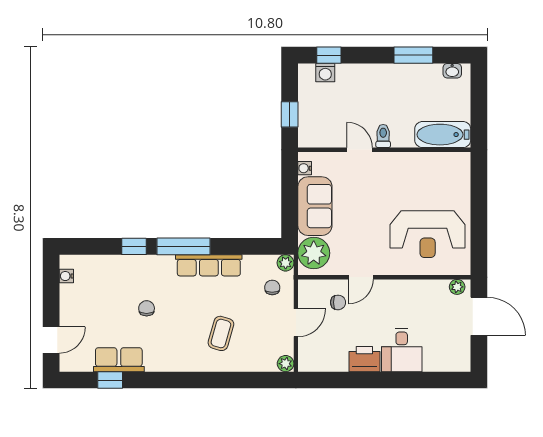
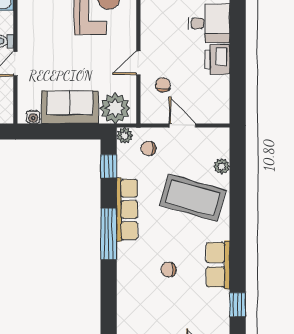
window: (134, 246) -> (109, 166), moved
door: (361, 277) -> (138, 63), swing flipped
coffee table: (221, 333) -> (193, 198), width x1.86, depth x1.72
row of seats: (119, 360) -> (218, 265), moved
plant: (286, 364) -> (222, 166), moved

